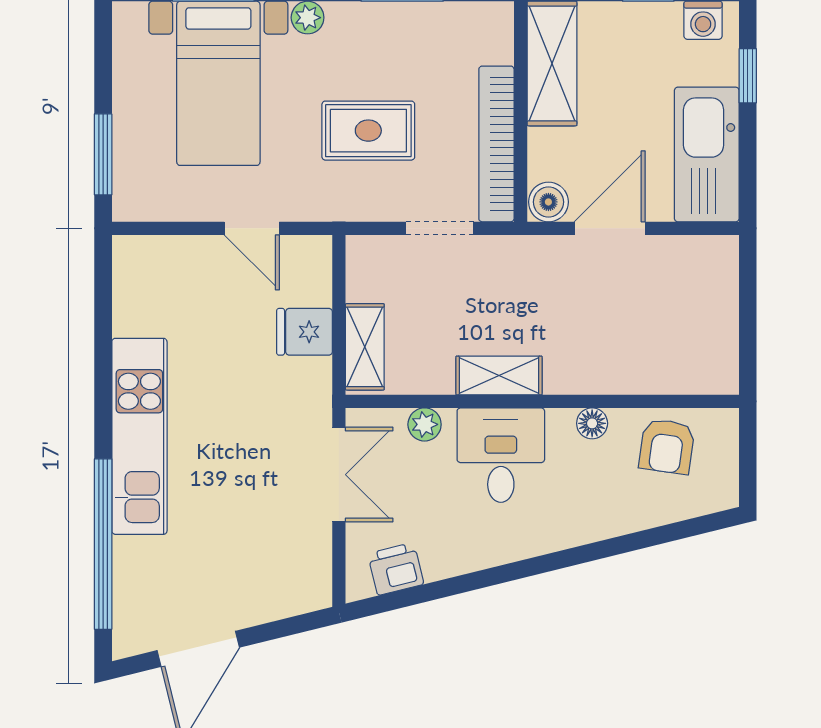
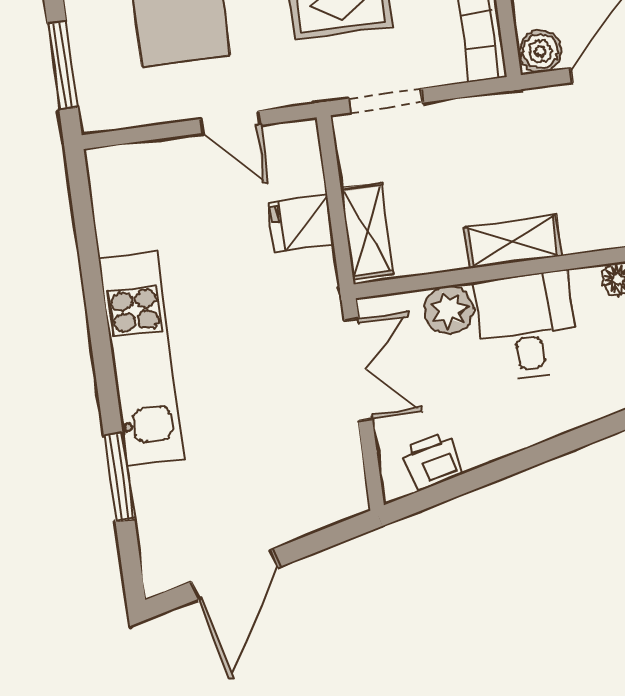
doorway: (440, 228) -> (386, 101), moved
plant: (425, 424) -> (449, 310), width x1.38, depth x1.38
window: (103, 544) -> (119, 477), width x0.47

